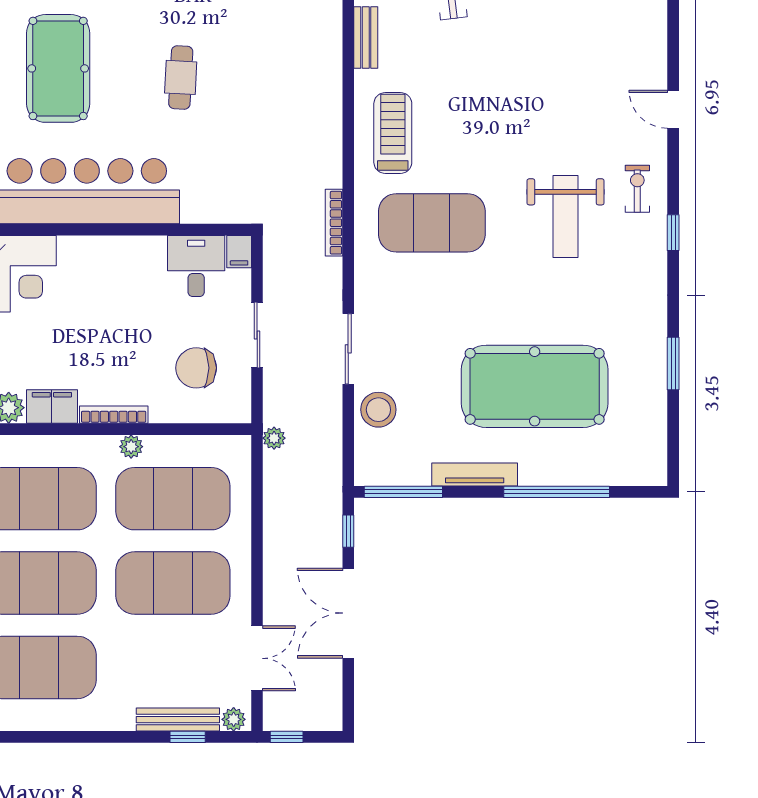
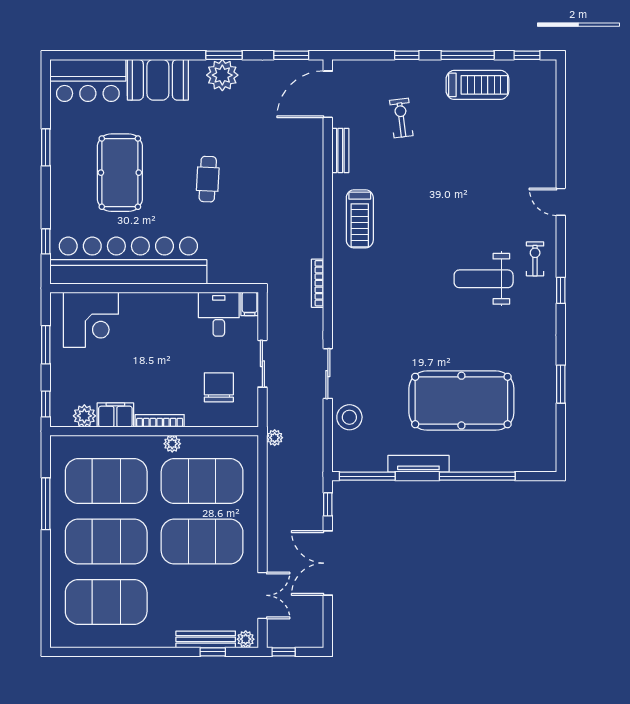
treadmill: (393, 133) -> (360, 219), turned 180
weight bench: (566, 217) -> (484, 279), turned 90
exercise mat: (432, 223) -> (388, 283), removed
chair: (196, 368) -> (219, 387), turned 90

